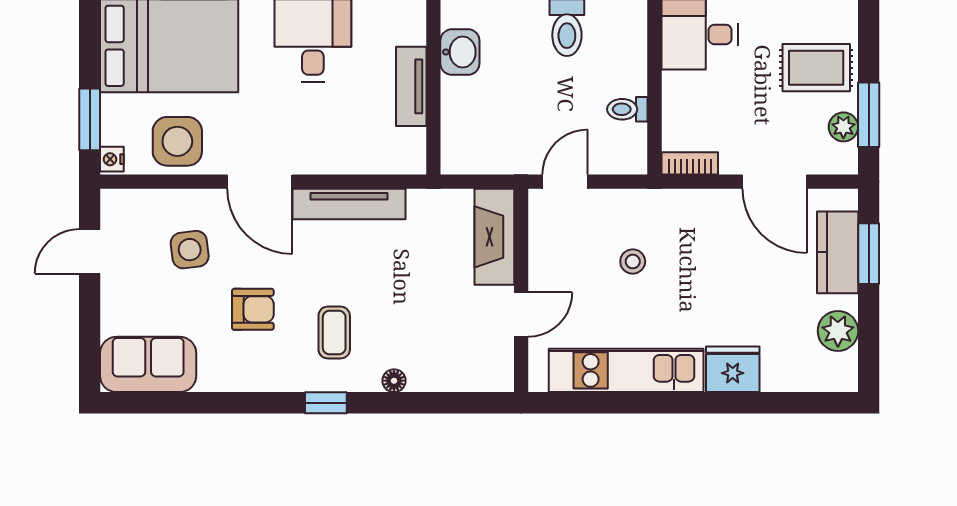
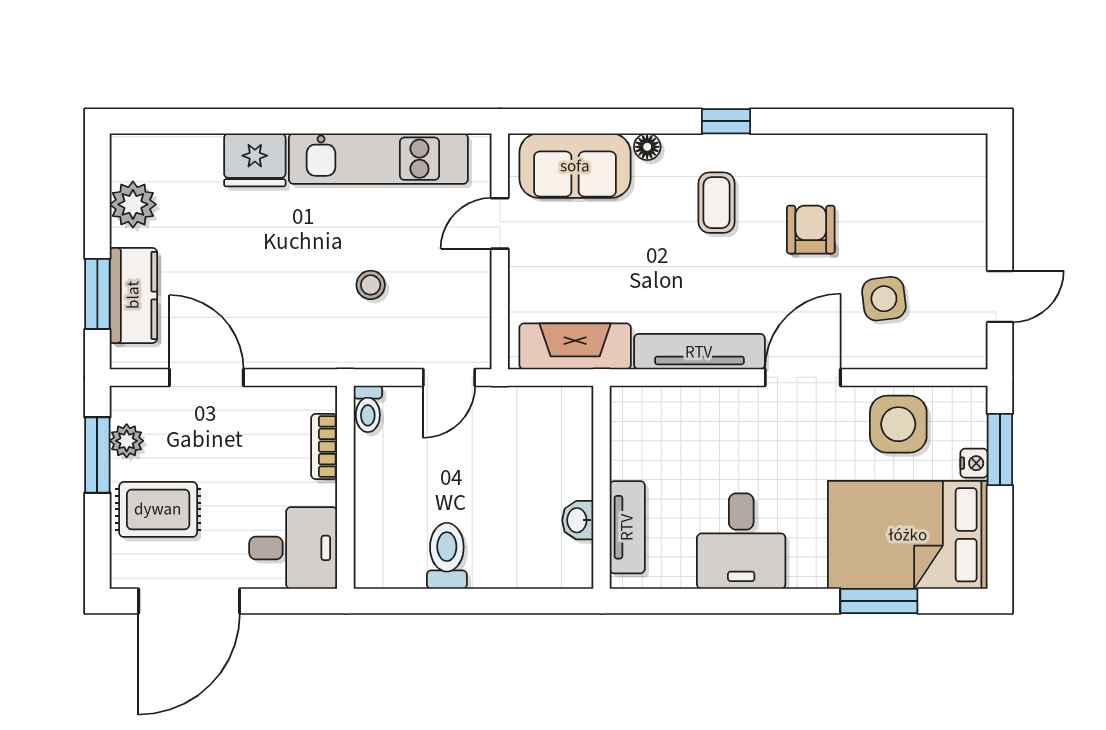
washbasin: (460, 52) -> (578, 520), width x0.72, depth x0.69
tv unit: (411, 86) -> (627, 527), moved
toilet: (627, 109) -> (368, 409), moved, turned 90
nightstand: (112, 159) -> (974, 463), moved
bookcase: (690, 163) -> (324, 447), moved, turned 90
door: (260, 182) -> (803, 377), hinge flipped
fireplace: (494, 237) -> (575, 346), moved, turned -90
armchair: (253, 309) -> (811, 230), turned 90
sofa: (148, 364) -> (575, 166), moved

